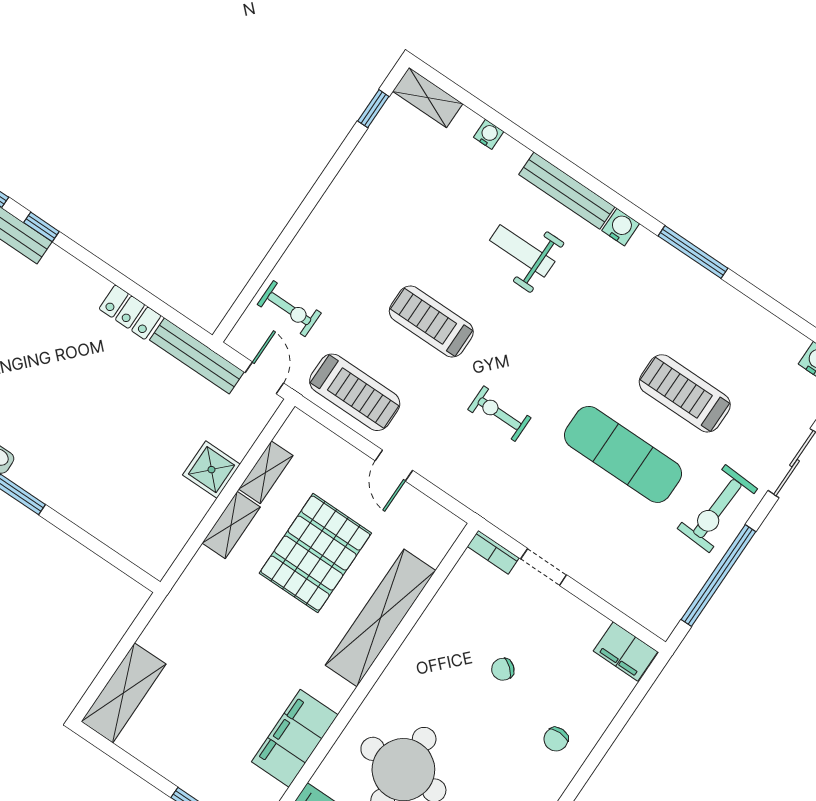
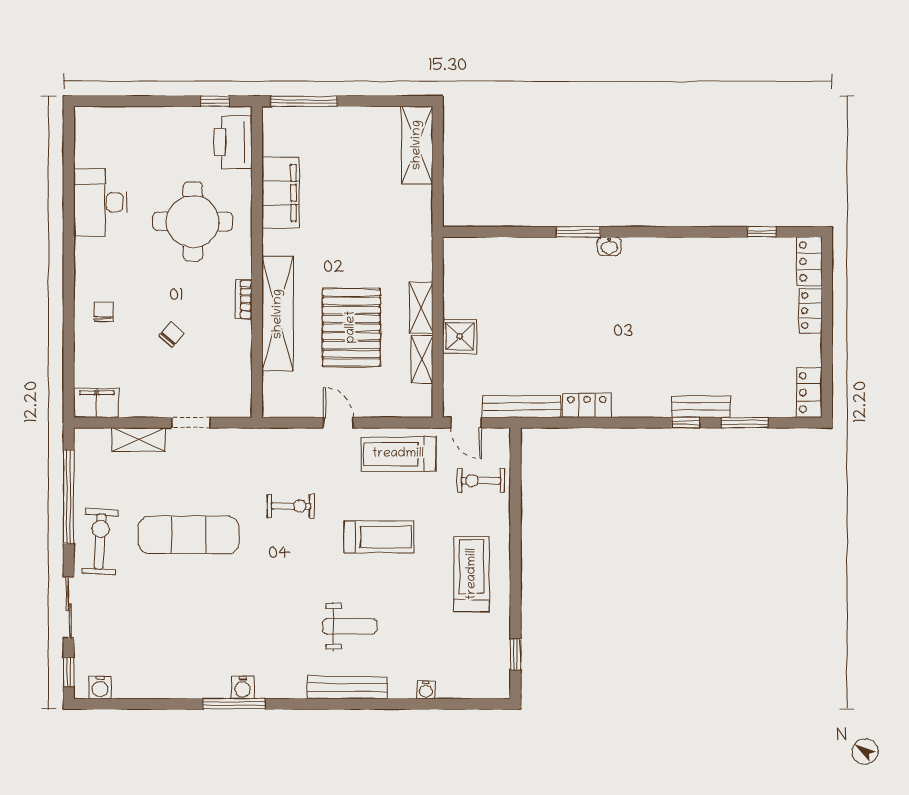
shelving: (428, 98) -> (139, 440), moved
water cooler: (621, 227) -> (243, 688), moved
treadmill: (685, 393) -> (472, 574), moved, turned -90
bookcase: (493, 552) -> (244, 299), moved, turned -90

